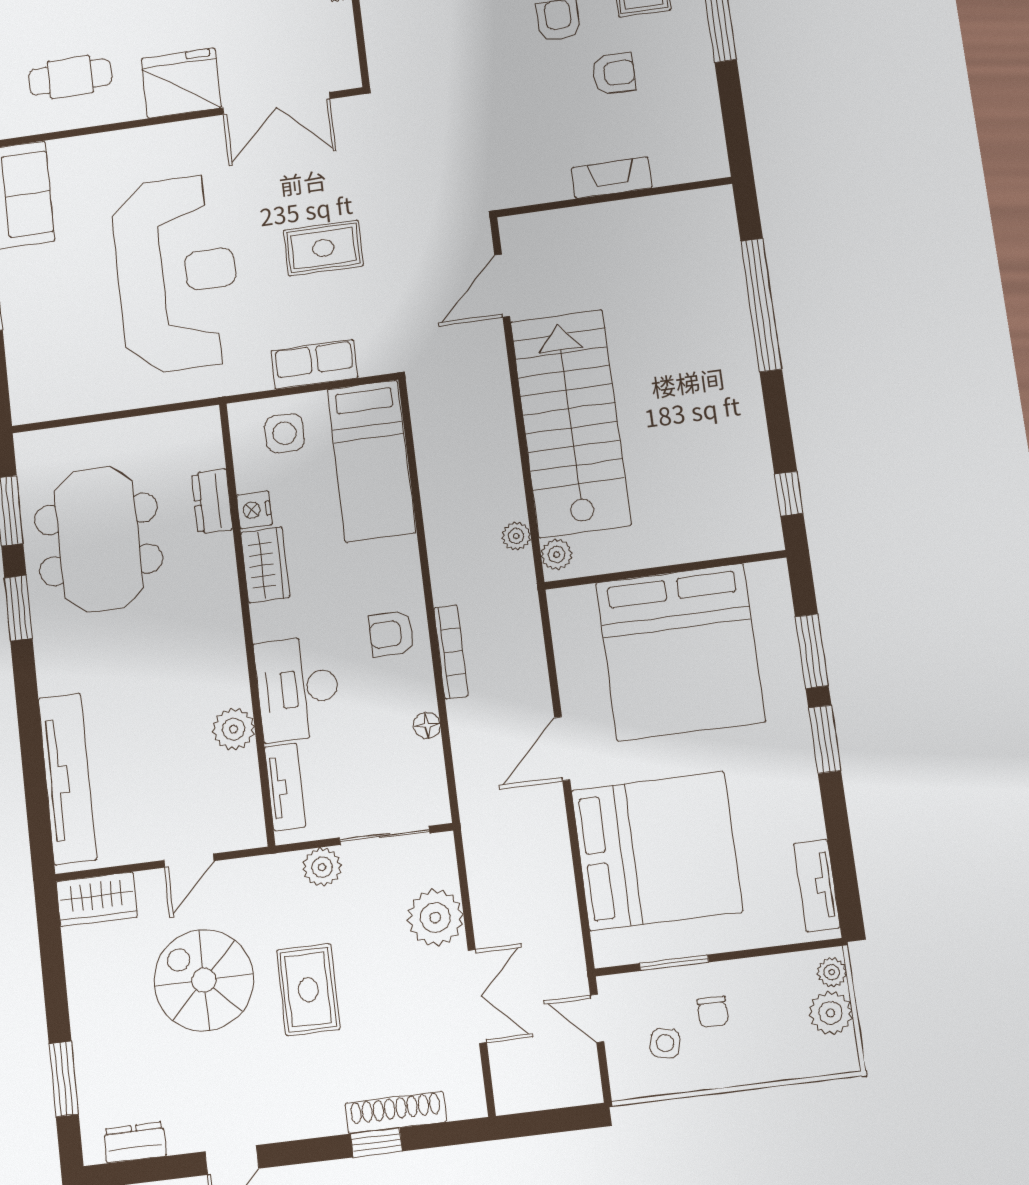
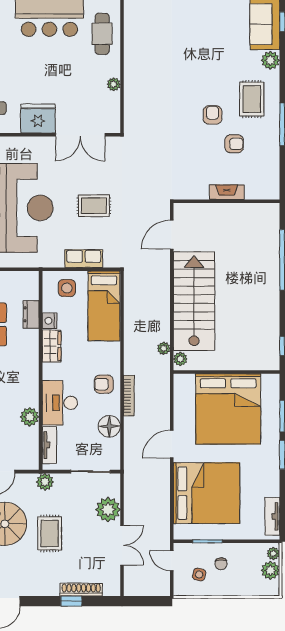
floor lamp: (427, 725) -> (109, 426), width x1.89, depth x1.89
plant: (322, 867) -> (45, 482), moved

